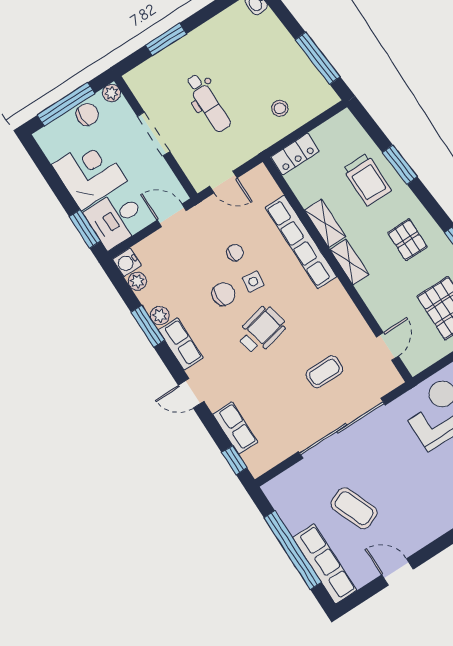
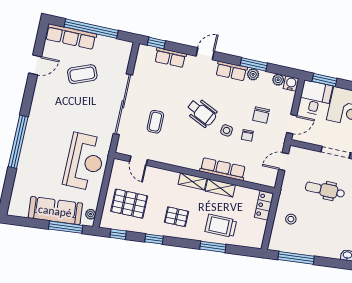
row of seats: (301, 242) -> (223, 169), width x0.73
chair: (223, 294) -> (261, 115), moved
wheelchair: (261, 330) -> (202, 113), turned -52

